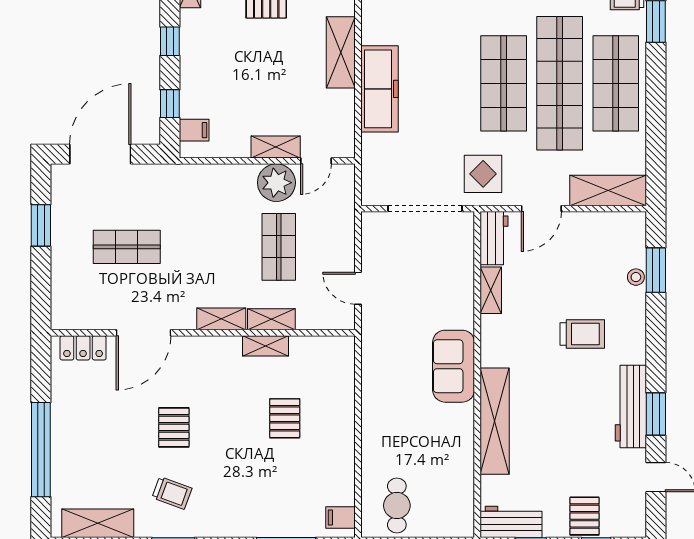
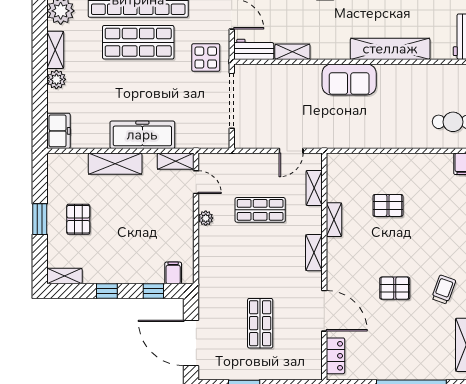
shelving: (276, 147) -> (176, 161), moved, turned 90
plant: (276, 183) -> (206, 218), width x0.53, depth x0.53
shelving: (271, 319) -> (314, 188), moved

